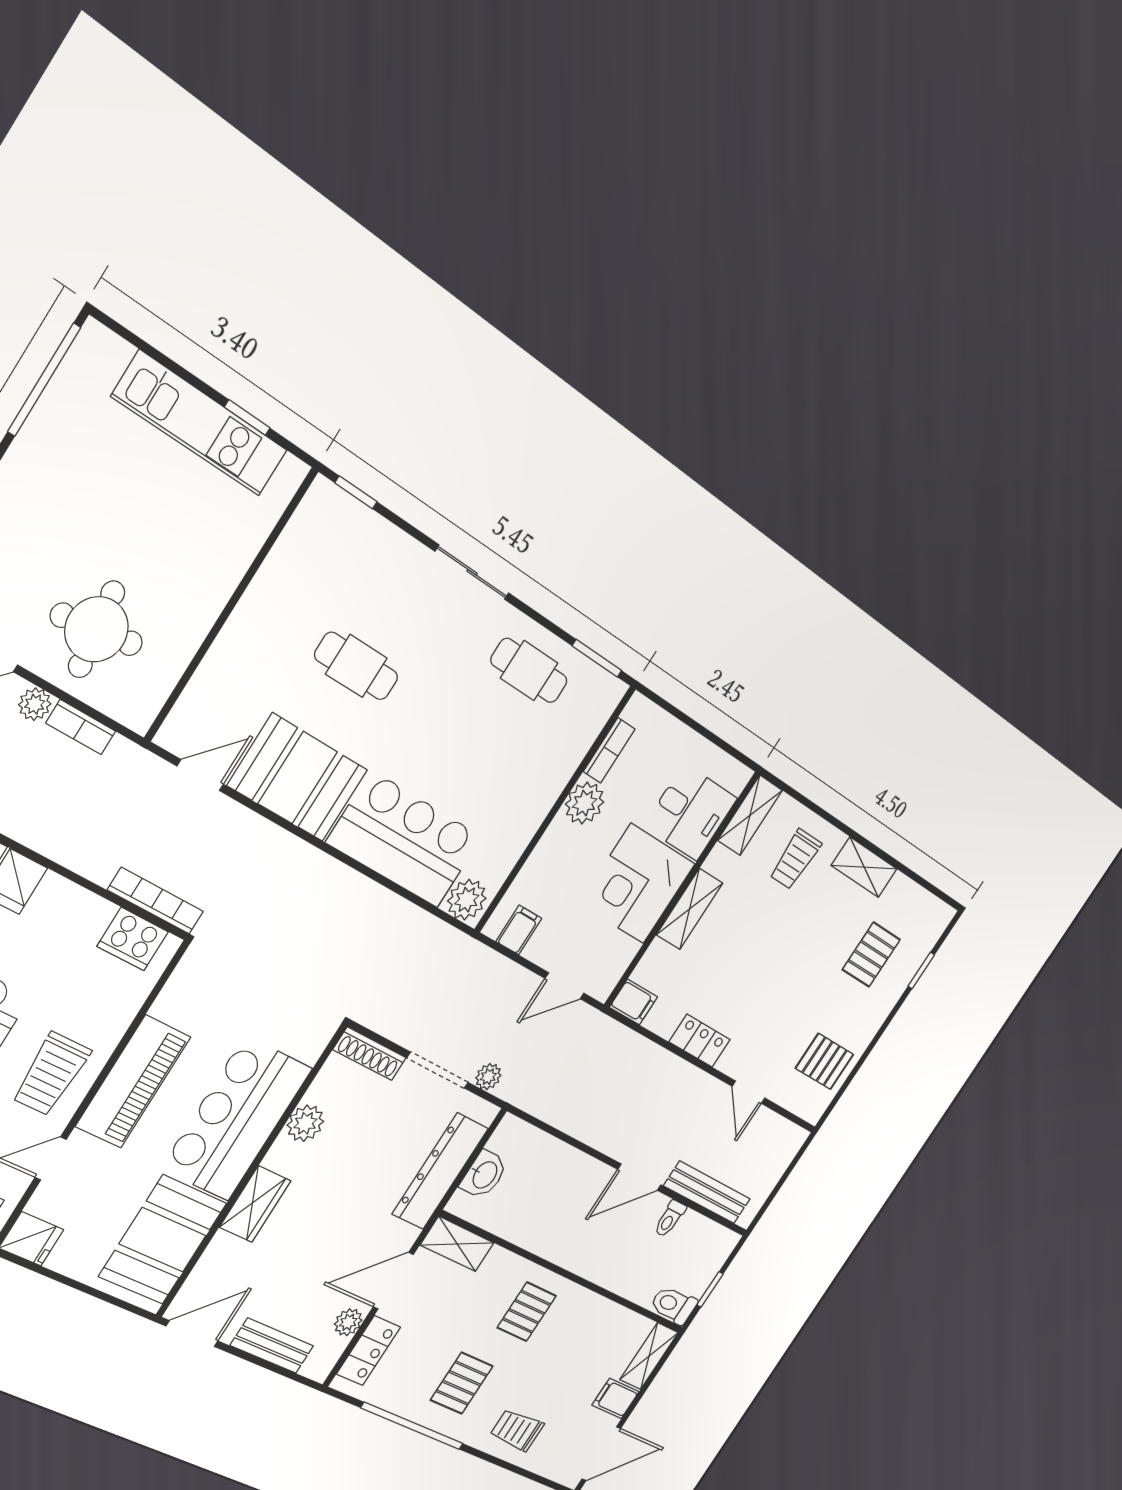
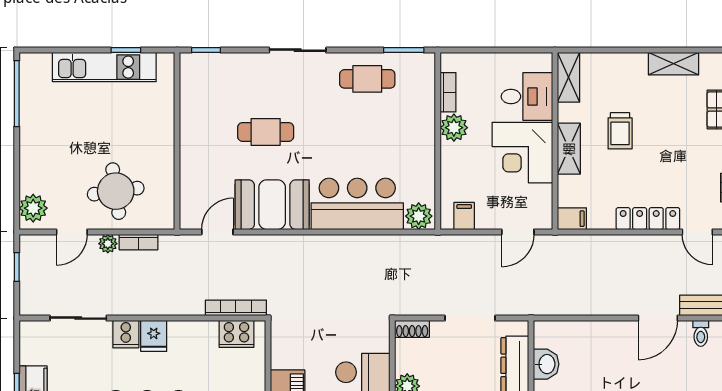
trolley: (795, 859) -> (620, 131), moved
locker: (700, 1041) -> (648, 219), width x1.53
shoe rack: (370, 1054) -> (412, 329), width x0.70
plant: (488, 1077) -> (506, 306), removed

